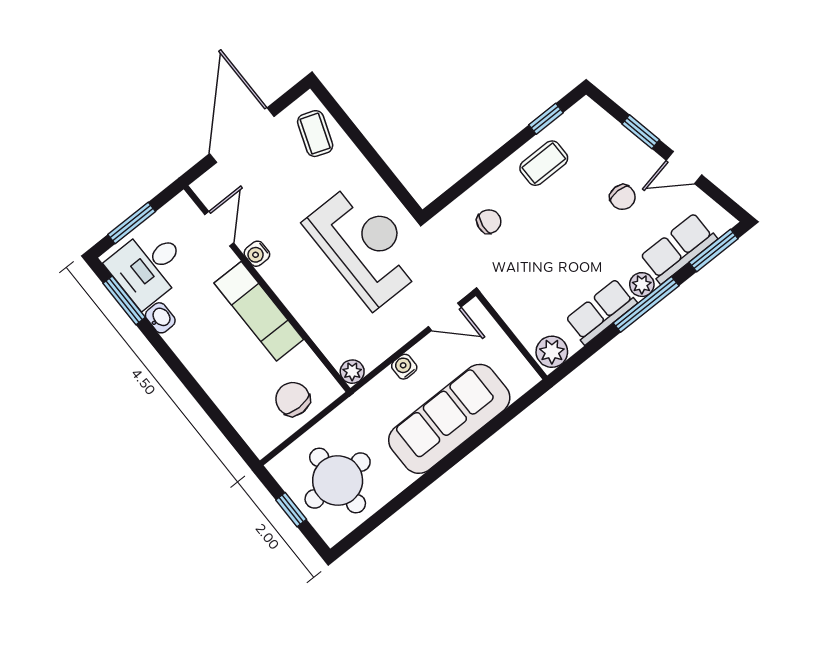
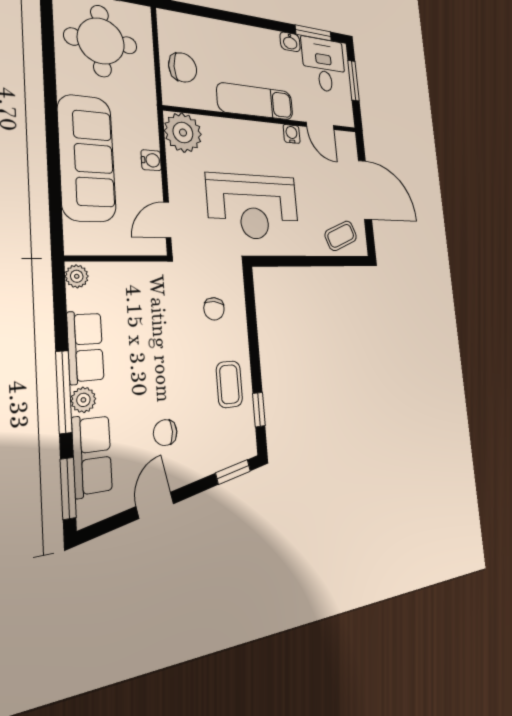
window: (641, 132) -> (233, 472), moved
coffee table: (315, 134) -> (341, 236), turned -42
plant: (552, 352) -> (77, 276), width x0.73, depth x0.73
plant: (352, 372) -> (183, 133), width x1.88, depth x1.88

